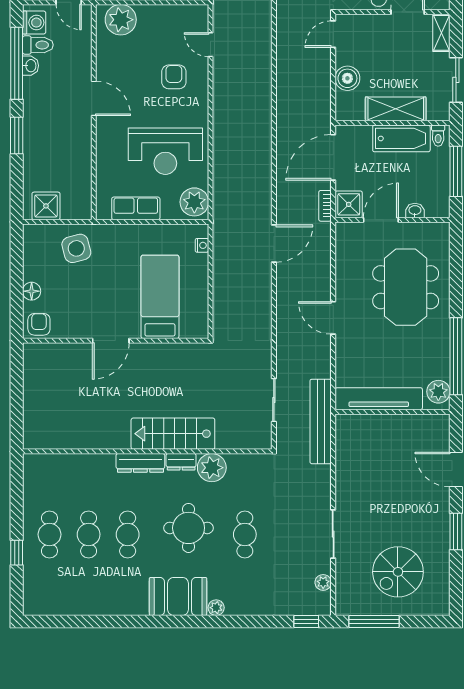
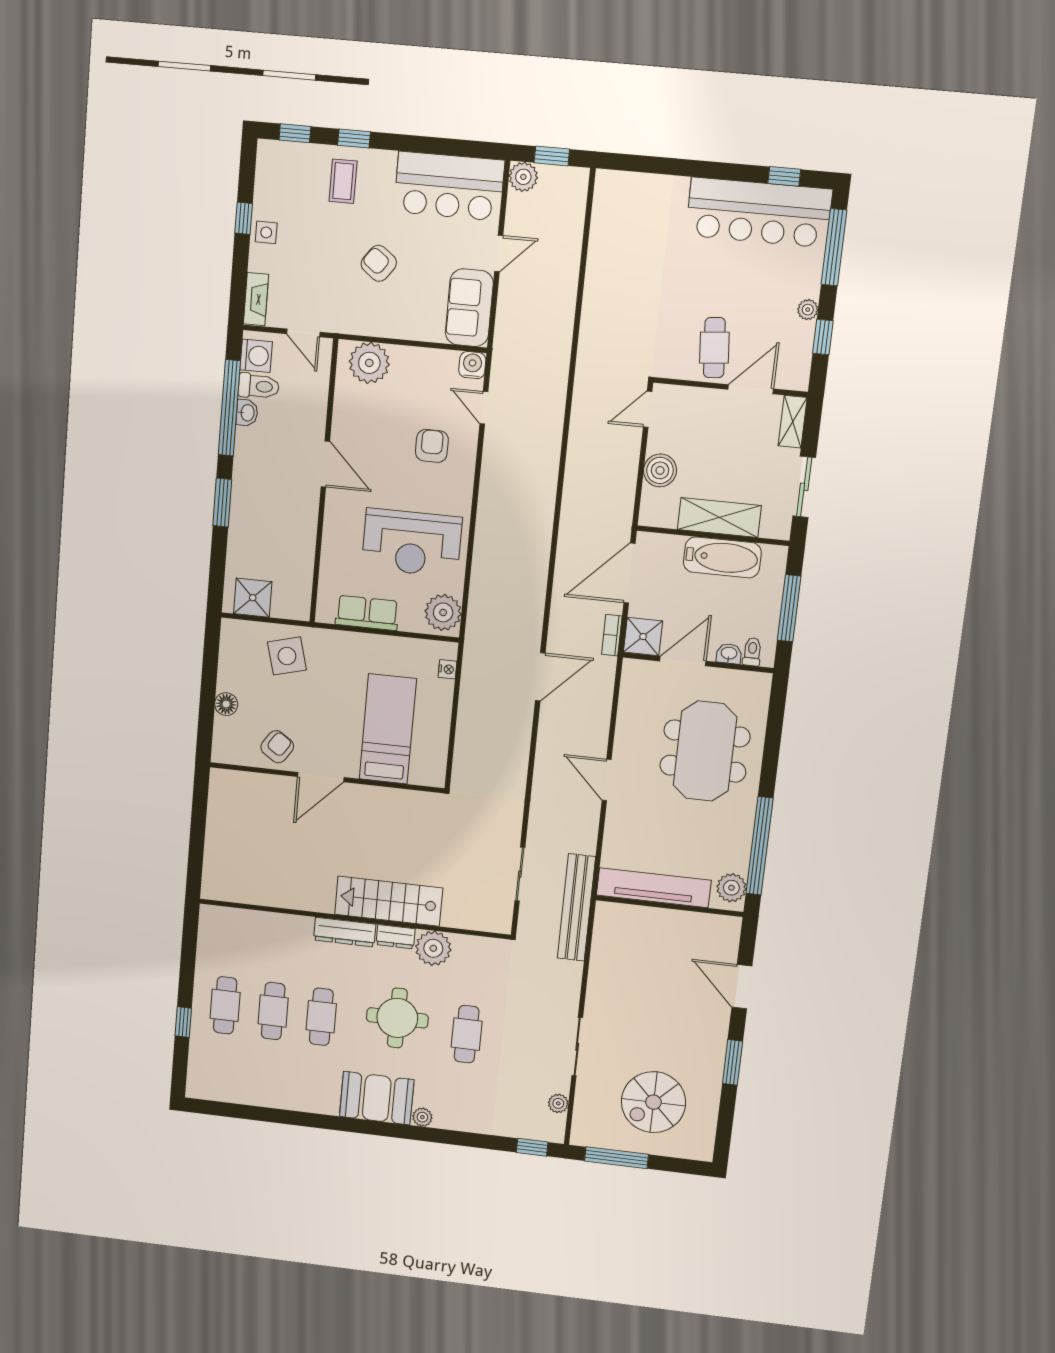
water cooler: (199, 14) -> (472, 365), added
toilet: (438, 136) -> (752, 652), moved, turned 180
armchair: (39, 324) -> (277, 747), moved, turned 34

